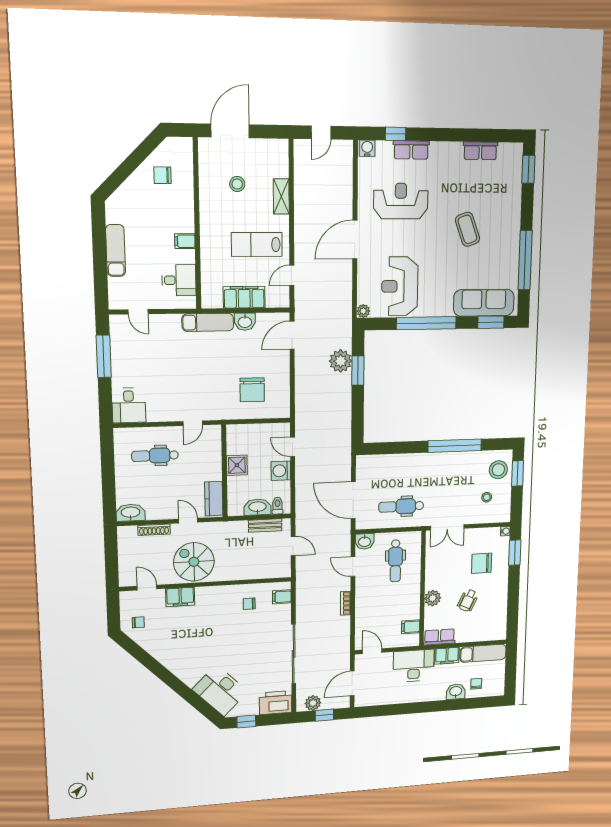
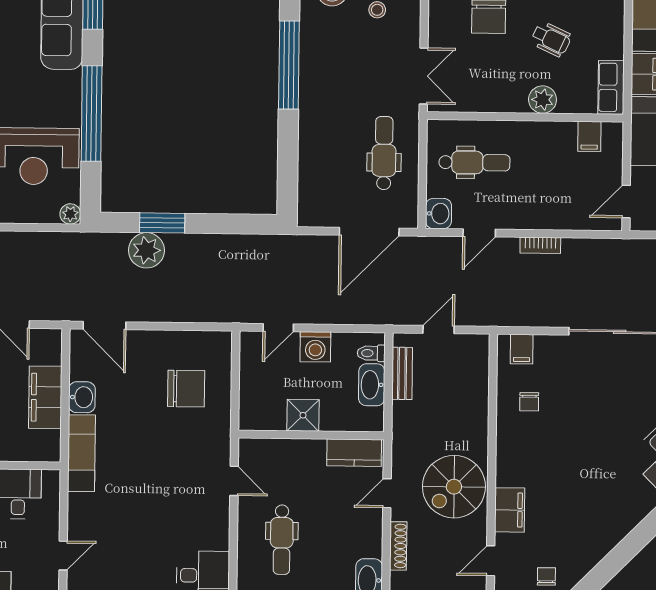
dental chair: (401, 506) -> (384, 153), turned 180

